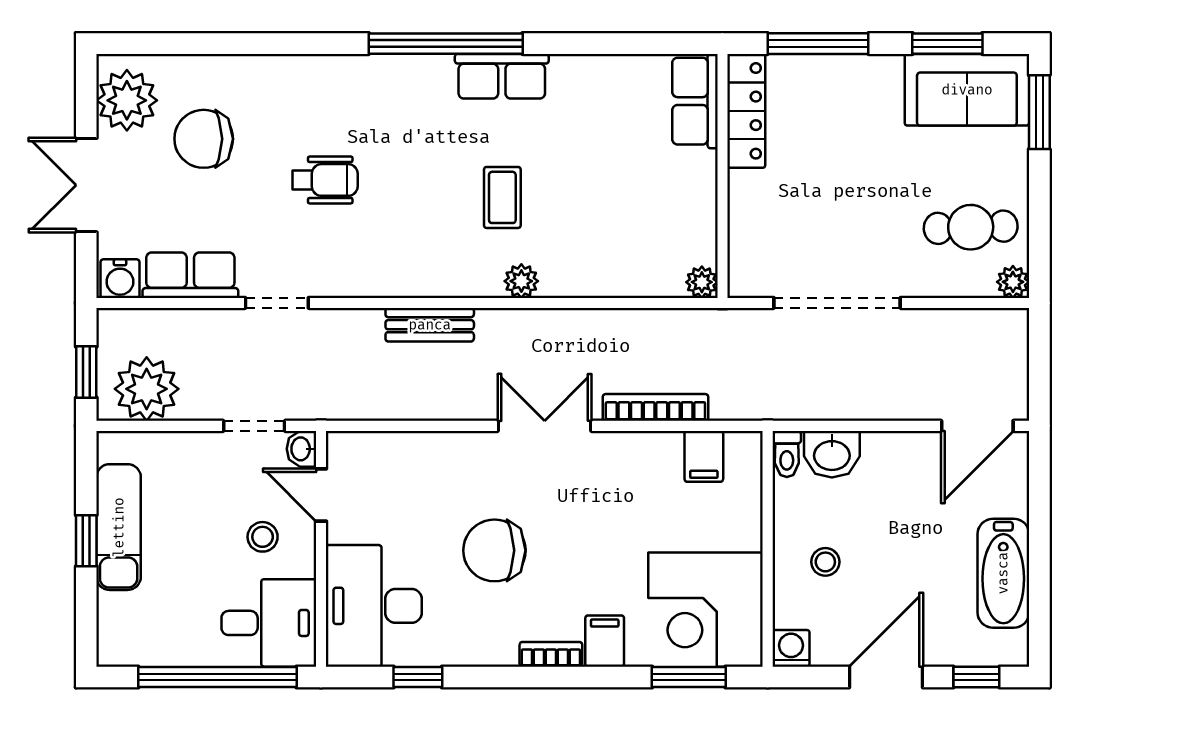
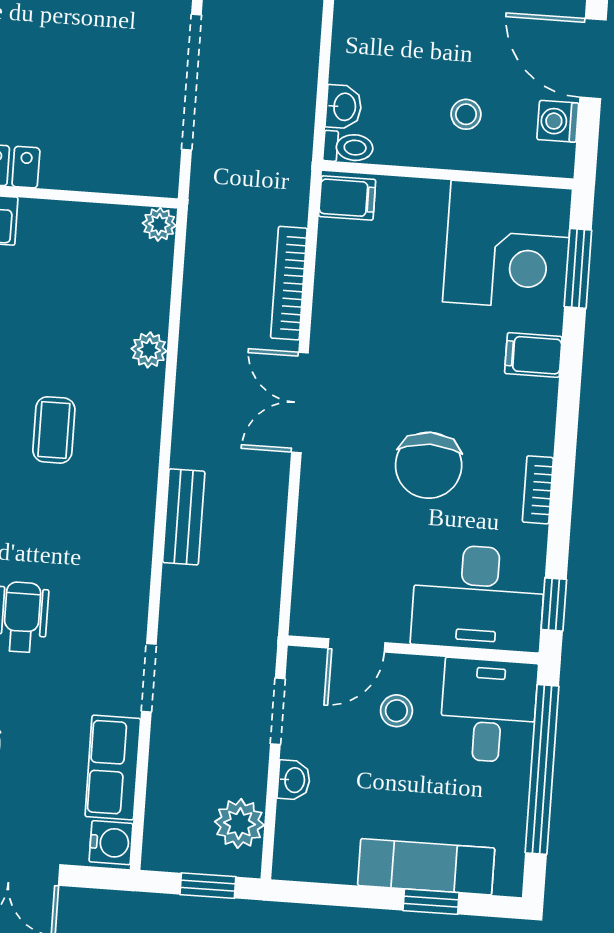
coffee table: (502, 197) -> (54, 430), turned 90
plant: (521, 281) -> (149, 350), moved
plant: (147, 389) -> (239, 823), width x0.73, depth x0.73
washbasin: (301, 449) -> (294, 780), moved, turned -90
washbasin: (832, 454) -> (344, 107), width x0.72, depth x0.69
filing cabinet: (704, 456) -> (347, 198), moved
exam couch: (119, 527) -> (426, 867), moved
window: (86, 541) -> (431, 902), moved
washing machine: (791, 648) -> (558, 121), moved
bookcase: (551, 654) -> (538, 490), moved
window: (418, 677) -> (554, 604), moved

